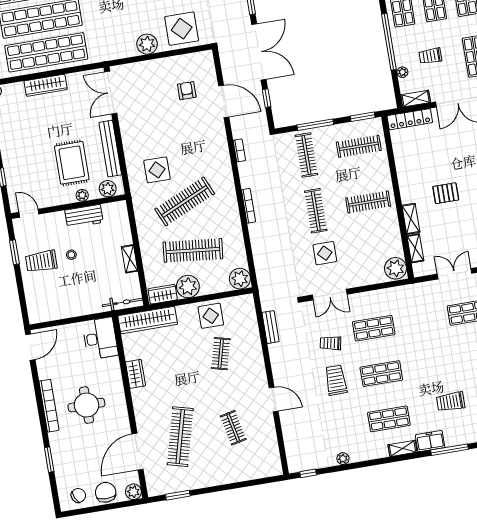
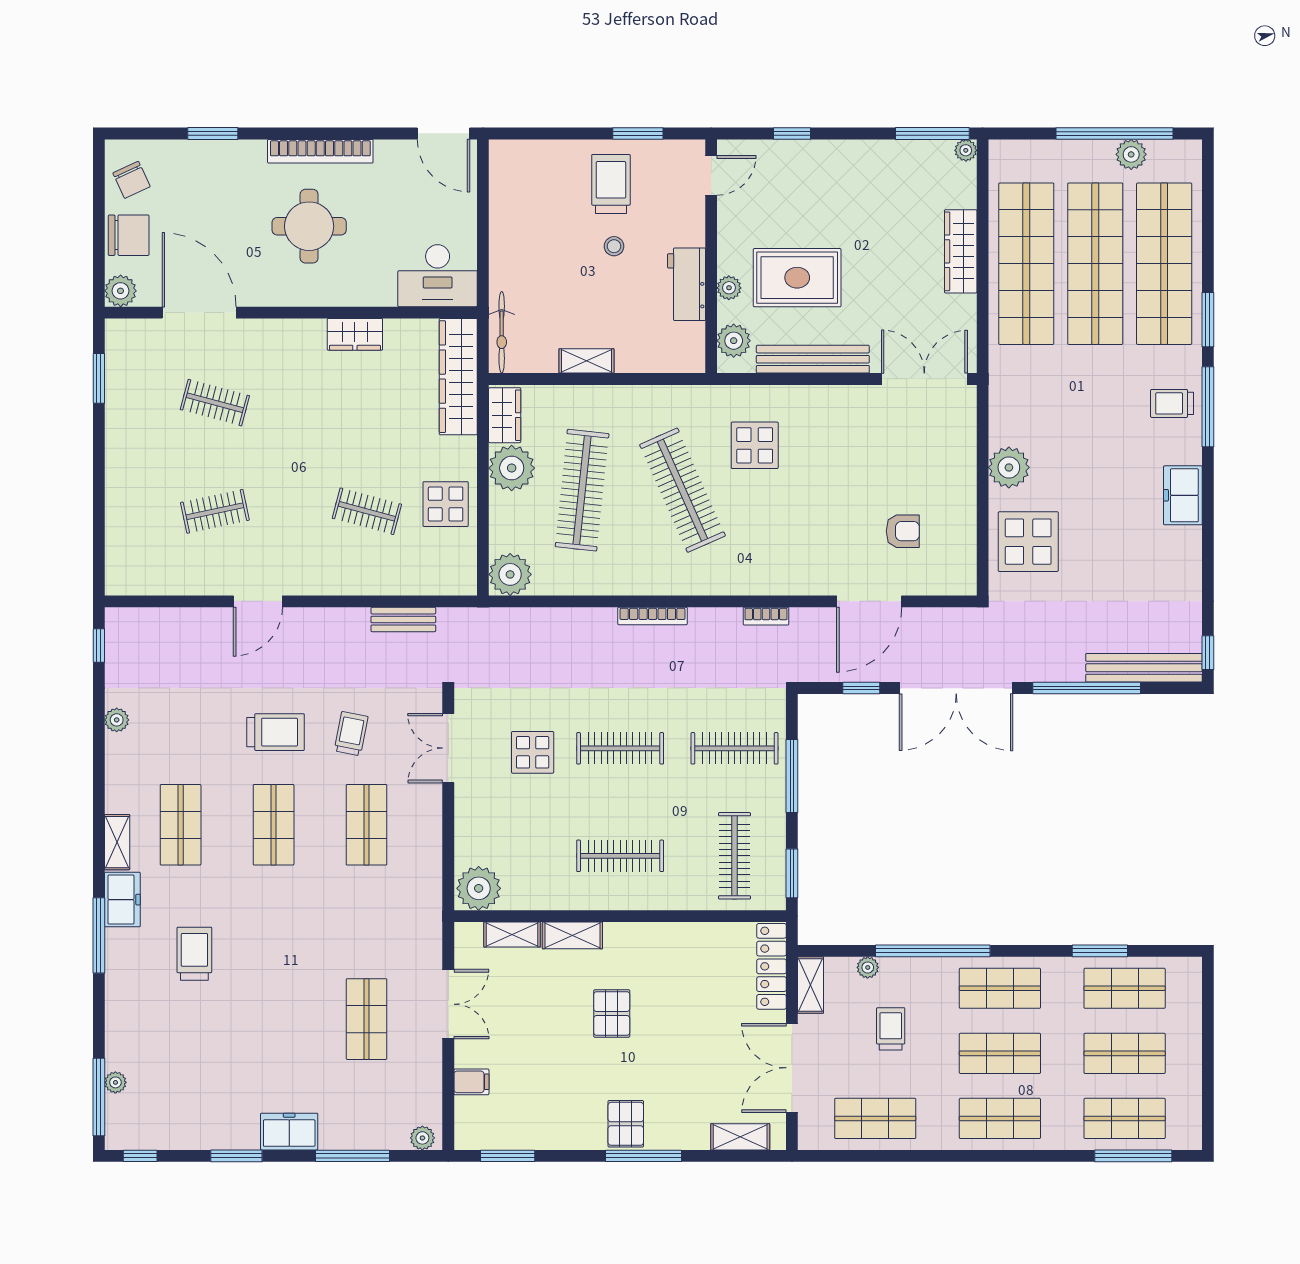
clothes rail: (368, 202) -> (620, 856), turned 90
clothes rail: (180, 437) -> (215, 403), width x0.54, depth x0.76

